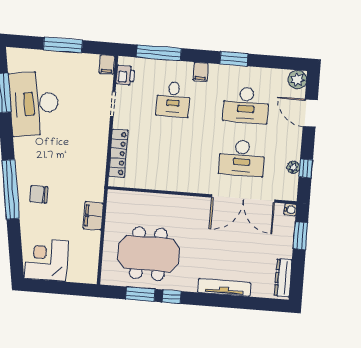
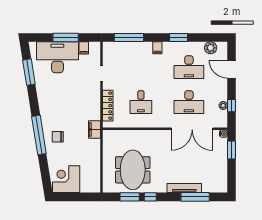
filing cabinet: (107, 64) -> (84, 48), moved
printer: (125, 75) -> (108, 54), removed
plant: (297, 80) -> (211, 48), moved
desk: (173, 99) -> (141, 102), moved
desk: (34, 104) -> (57, 57), moved, turned 99
filing cabinet: (93, 216) -> (94, 129), moved
meeting table: (148, 254) -> (133, 170), turned 90
dresser: (283, 278) -> (222, 179), removed
window: (239, 302) -> (195, 197), added

